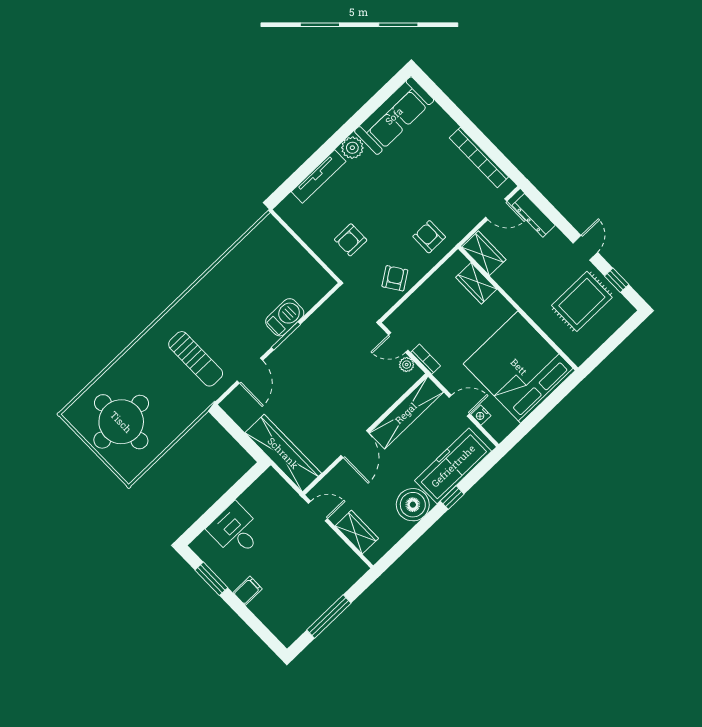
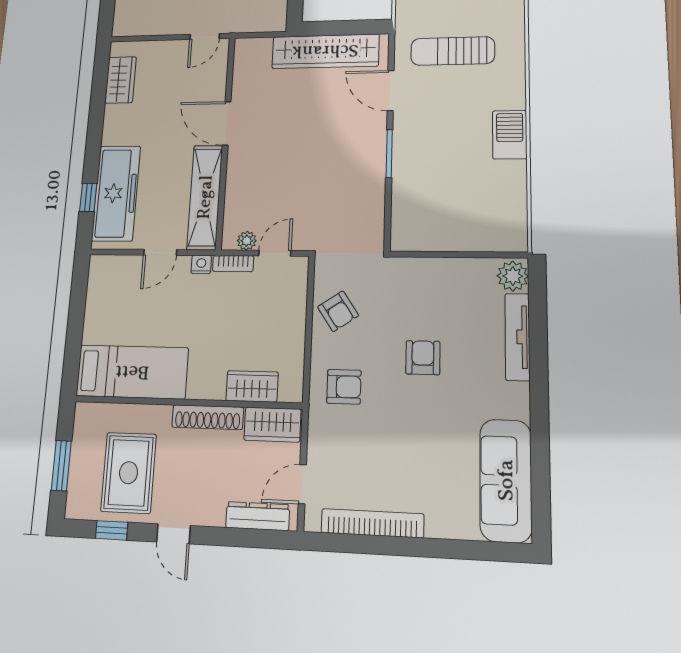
plant: (352, 148) -> (513, 276), moved
armchair: (351, 240) -> (423, 358), moved
shoe rack: (514, 290) -> (208, 417), added
barbecue: (285, 317) -> (510, 135), moved, turned 180
window: (615, 340) -> (61, 466), added
bed: (519, 367) -> (132, 372), width x0.49
nightstand: (481, 415) -> (201, 265), moved
wardrobe: (283, 453) -> (325, 51), moved
window: (452, 498) -> (88, 198), moved
boiler: (413, 505) -> (122, 124), removed
wardrobe: (357, 532) -> (121, 80), moved, turned -90

